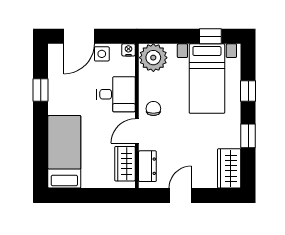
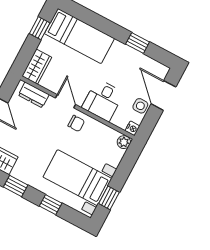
plant: (153, 58) -> (124, 142), width x0.53, depth x0.53
wardrobe: (125, 164) -> (37, 67), moved, turned 90
window: (78, 196) -> (40, 28), added

